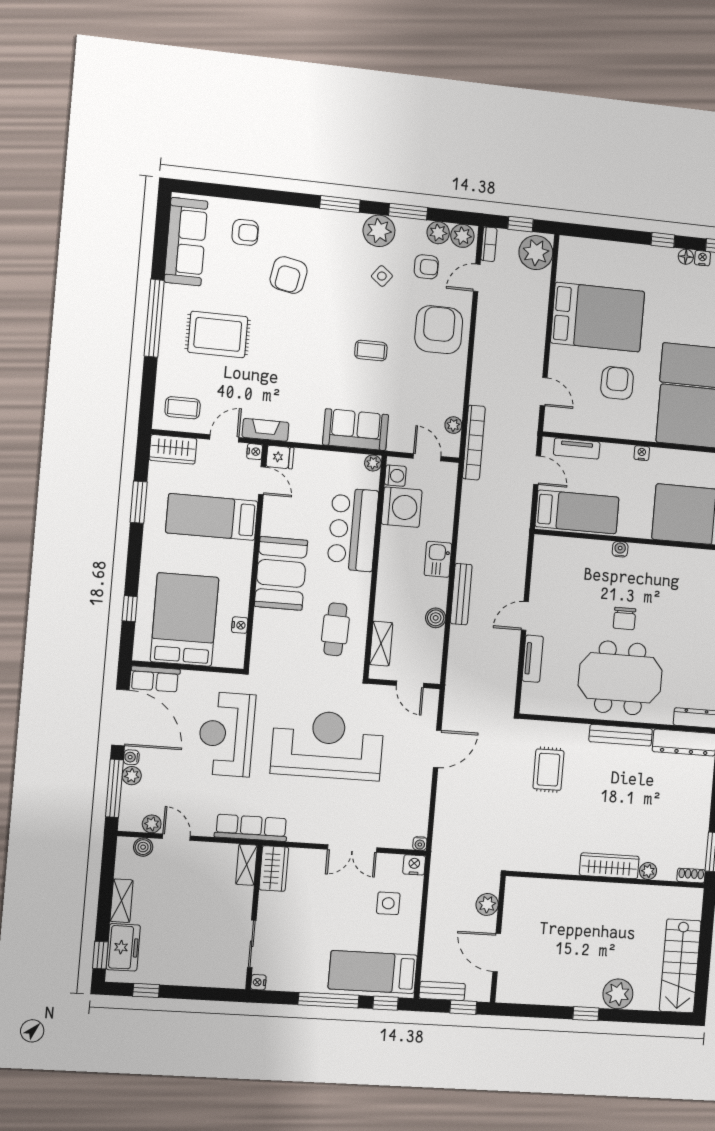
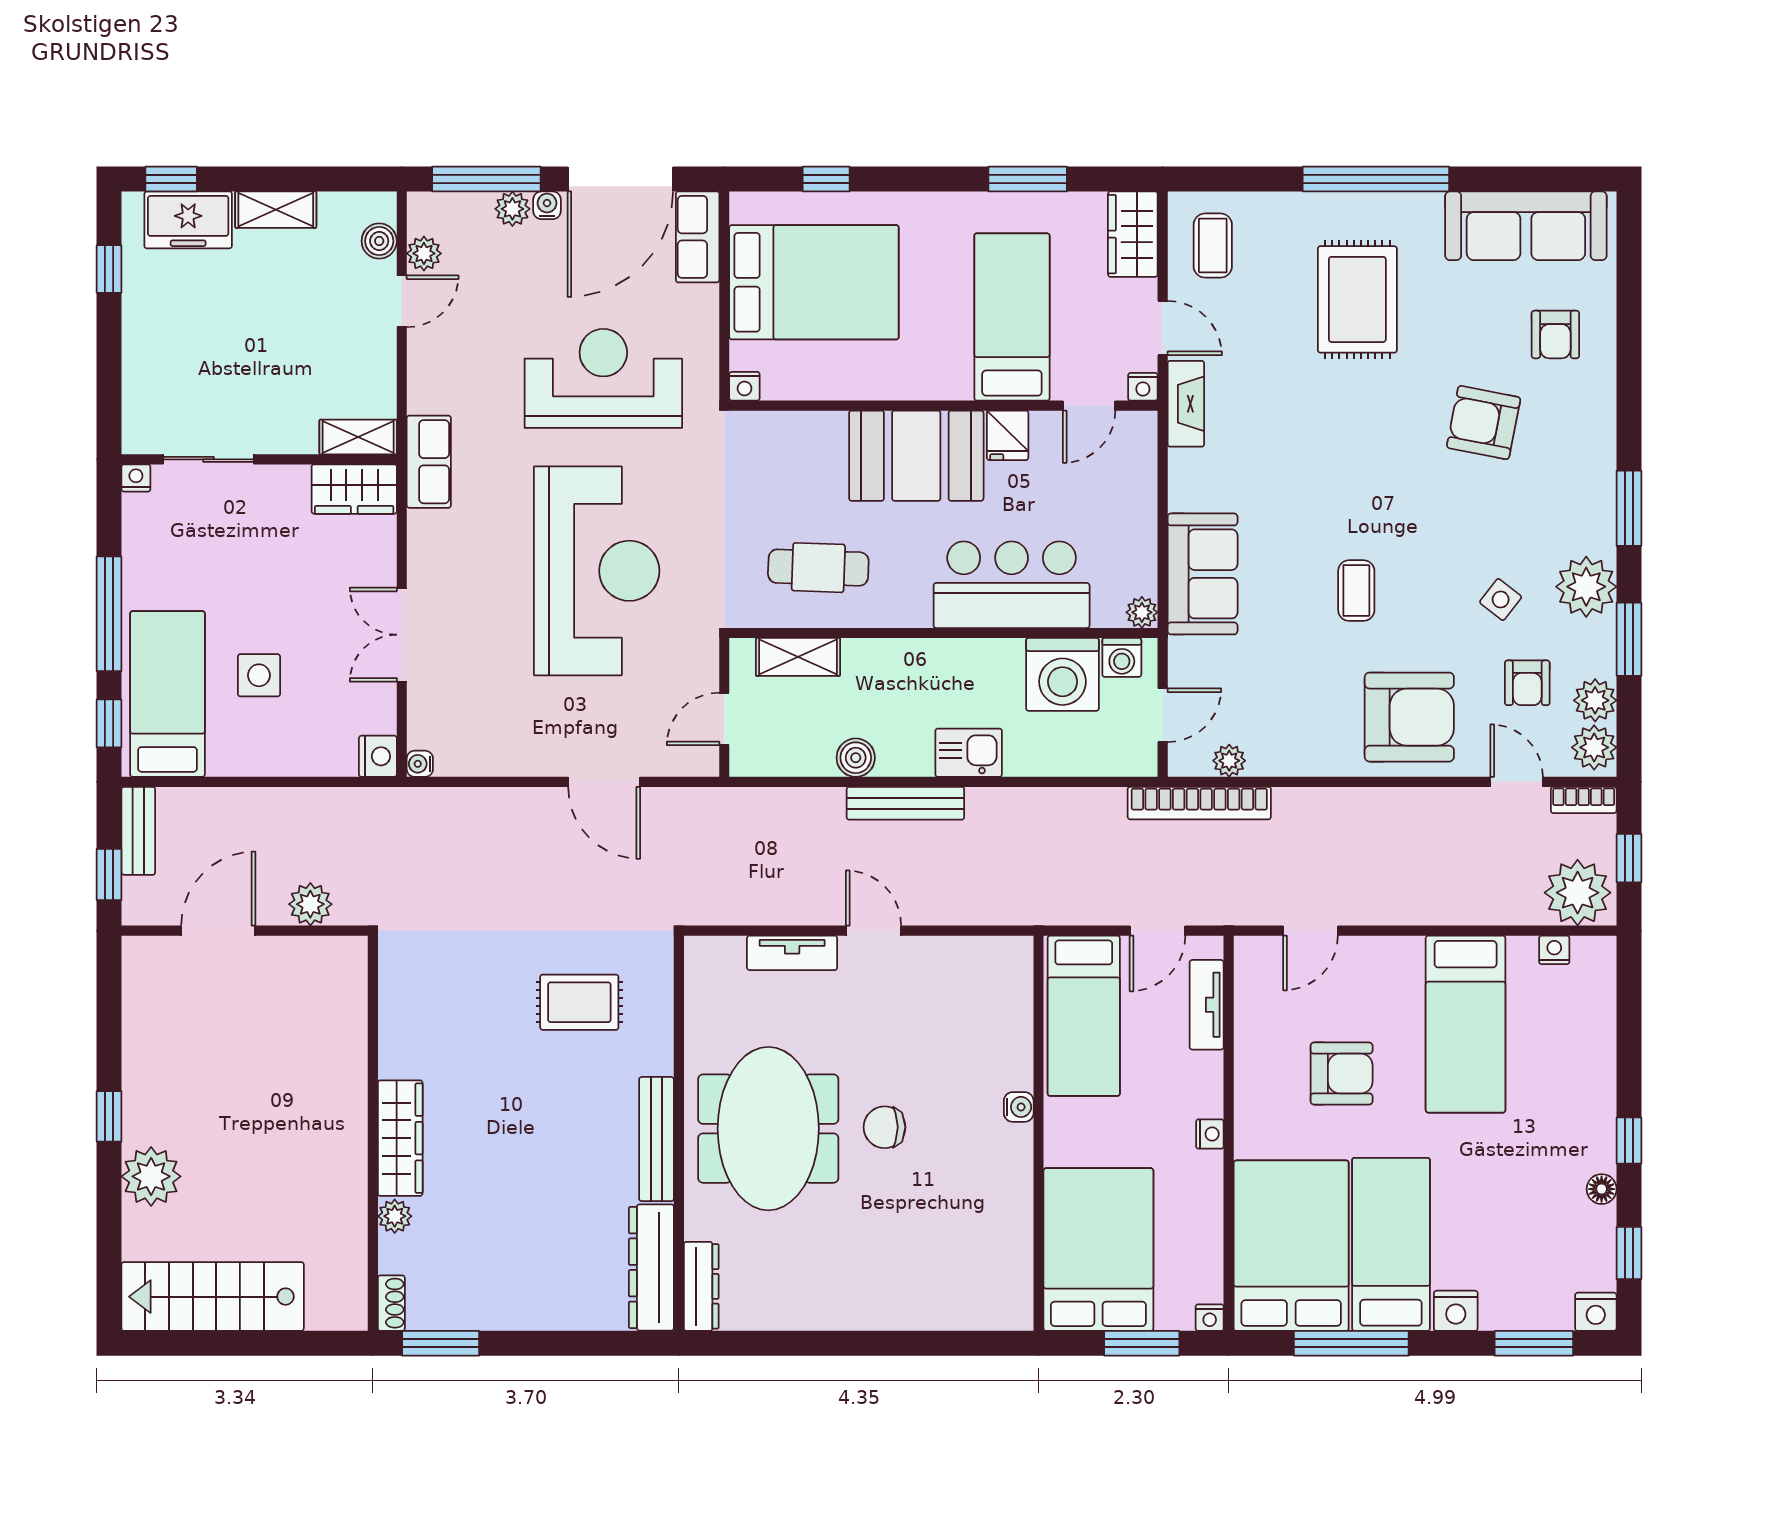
nightstand: (702, 258) -> (1554, 950), moved, turned -90
bed: (598, 317) -> (1466, 1024), width x0.67
fridge: (280, 457) -> (1008, 435), moved
nightstand: (240, 625) -> (744, 386), moved
row of seats: (251, 828) -> (429, 462), width x0.68
side table: (388, 903) -> (259, 675), moved

